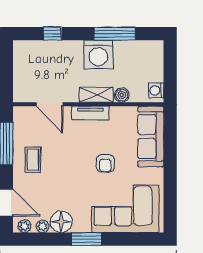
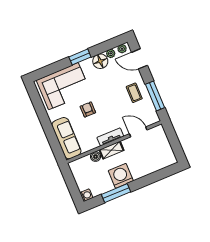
window: (52, 34) -> (155, 177), removed
washing machine: (156, 90) -> (86, 195), moved

